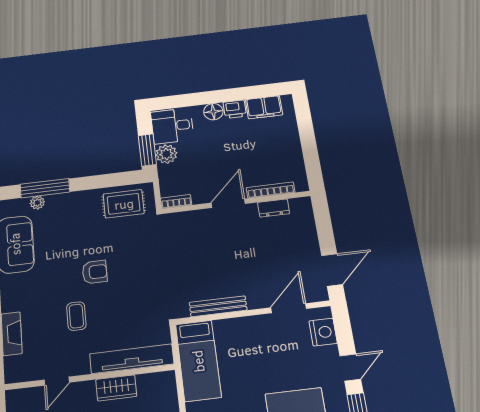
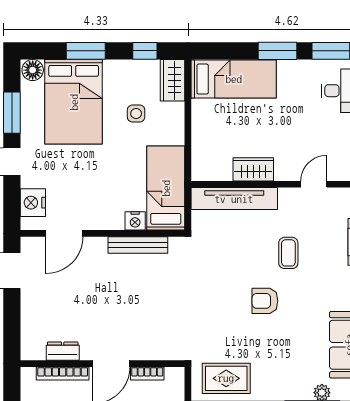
bookcase: (176, 201) -> (147, 373), moved
nightstand: (224, 327) -> (135, 221), added

